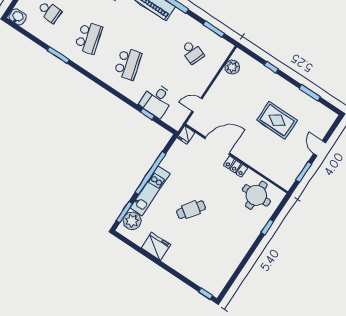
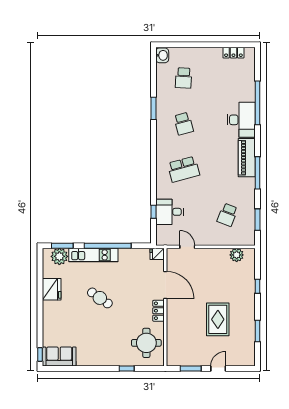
school desk: (89, 38) -> (184, 124), width x0.54
sofa: (218, 278) -> (59, 356), added

